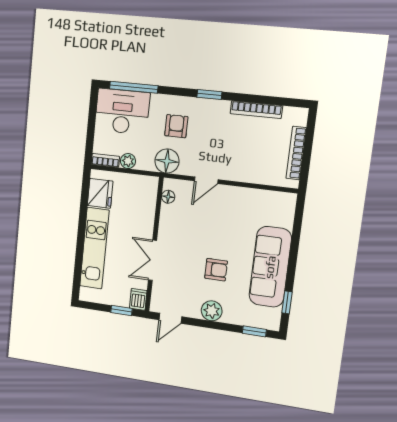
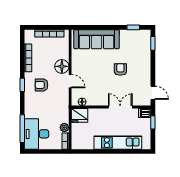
armchair: (176, 126) -> (42, 85), moved
floor lamp: (167, 161) -> (62, 66), moved
fridge: (100, 193) -> (80, 115), moved, turned 180
double door: (153, 260) -> (120, 107), swing flipped
sofa: (270, 267) -> (96, 39), moved
plant: (212, 311) -> (145, 69), removed

